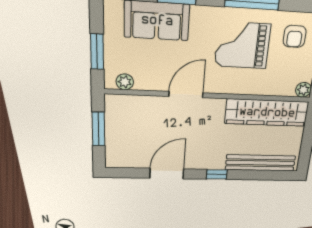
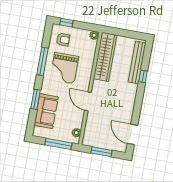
window: (97, 52) -> (58, 144), width x1.44
door: (167, 174) -> (133, 134), moved
window: (217, 174) -> (143, 76), moved

